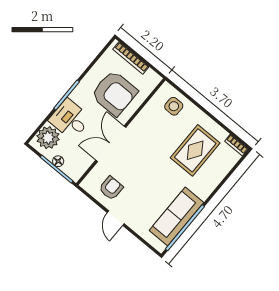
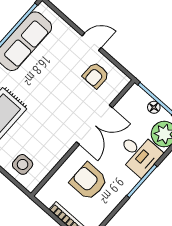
armchair: (114, 93) -> (89, 181), width x0.73, depth x0.73
door: (116, 218) -> (92, 42), hinge flipped

